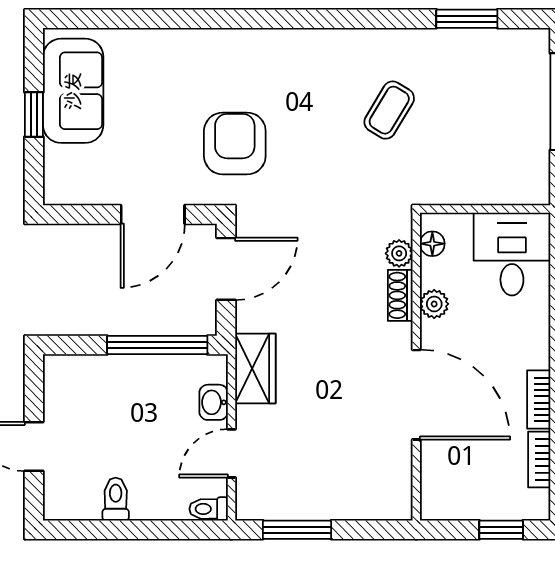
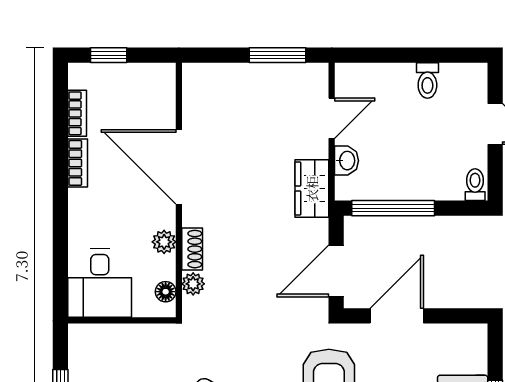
toilet: (209, 509) -> (475, 185), moved, turned -90

